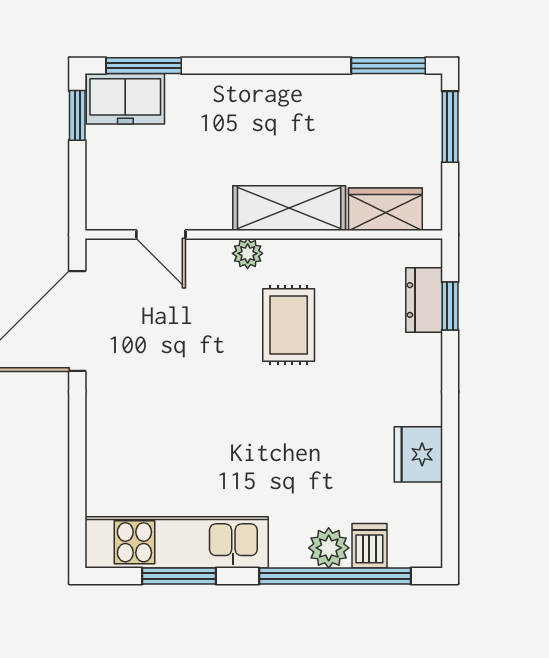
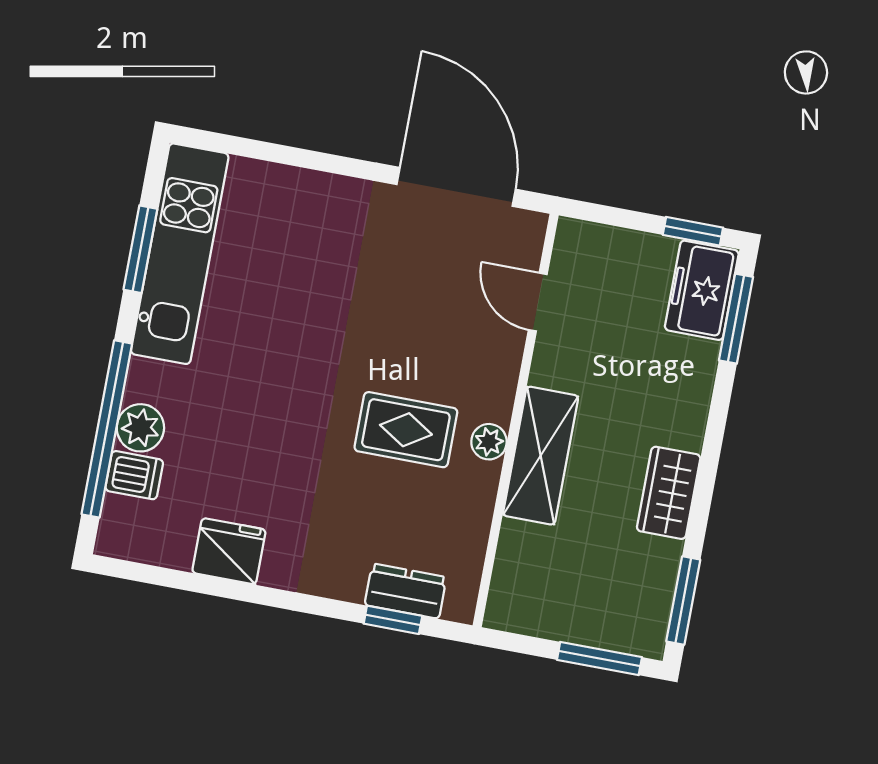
wardrobe: (385, 209) -> (669, 493), moved, turned 180
door: (161, 234) -> (538, 302), hinge flipped
plant: (248, 253) -> (489, 442), moved

